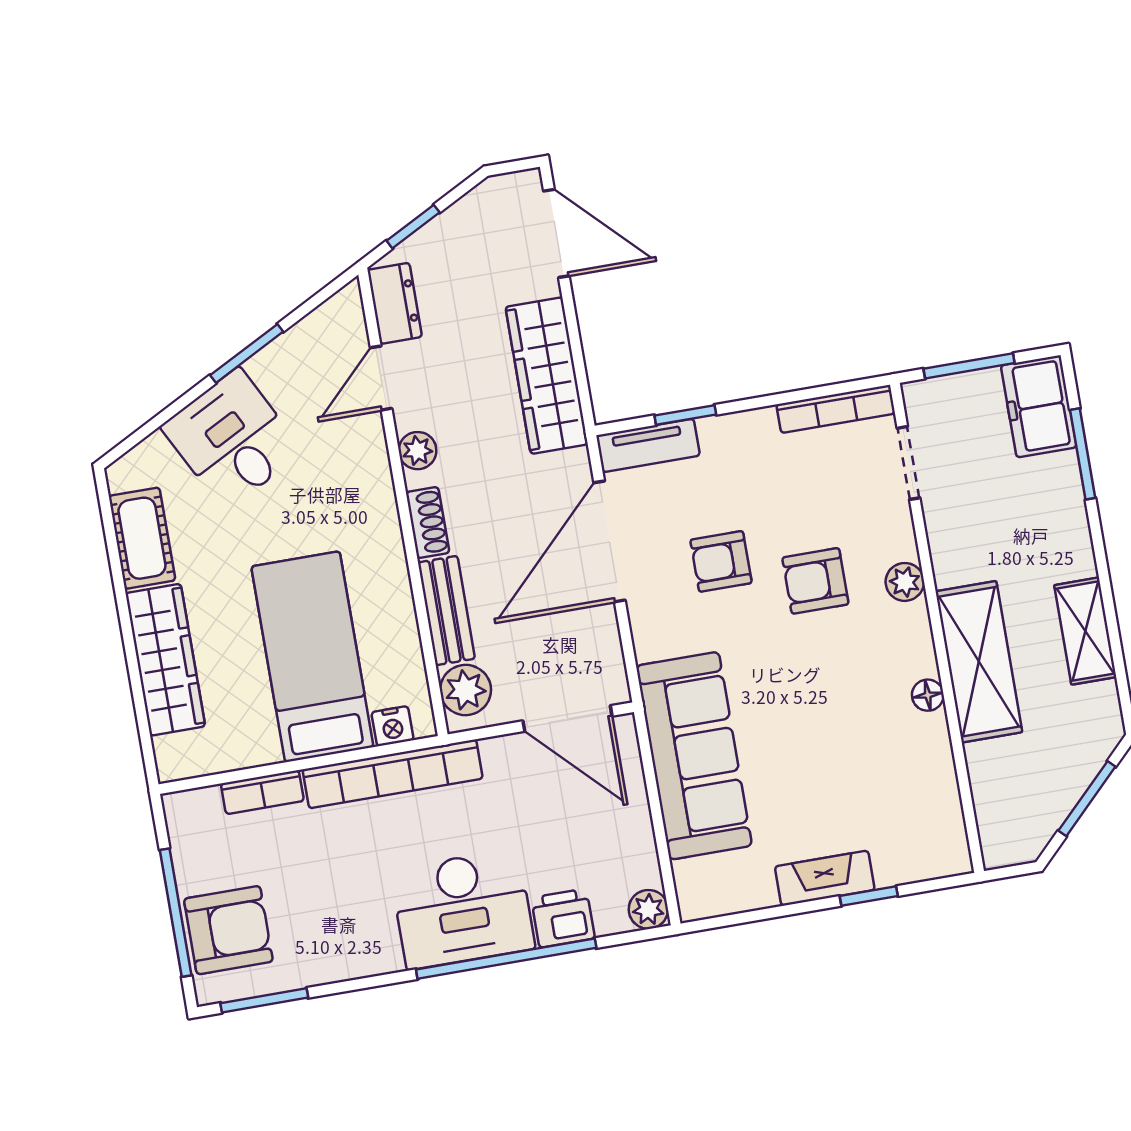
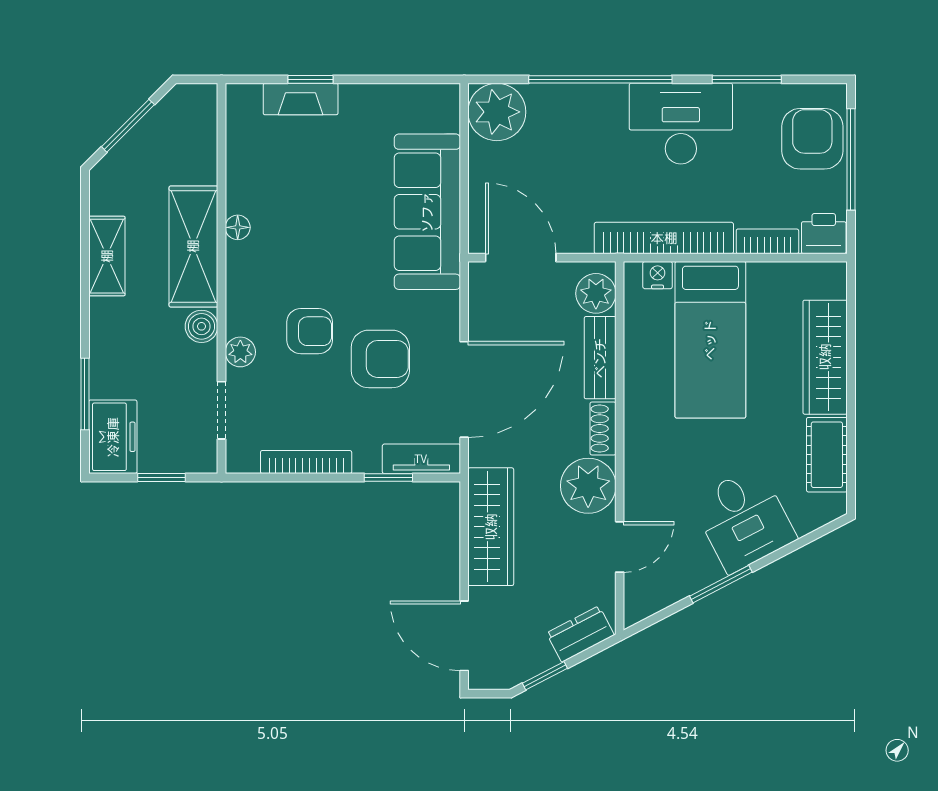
window: (413, 227) -> (545, 676), moved
dresser: (395, 303) -> (580, 634), moved, turned 62
window: (969, 366) -> (161, 477), width x0.67
bookcase: (836, 409) -> (306, 462), moved
plant: (418, 451) -> (588, 486), width x1.87, depth x1.87
armchair: (721, 561) -> (380, 359), width x1.38, depth x1.38
boiler: (952, 564) -> (201, 326), added
plant: (905, 582) -> (240, 352), moved
fireplace: (825, 878) -> (301, 99), moved
desk: (463, 909) -> (681, 124), moved
plant: (648, 909) -> (497, 112), width x1.87, depth x1.87
printer: (563, 918) -> (824, 234), moved, turned 180
armchair: (228, 930) -> (812, 139), turned 90
window: (264, 1000) -> (747, 79), moved

